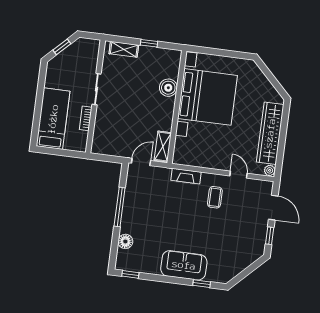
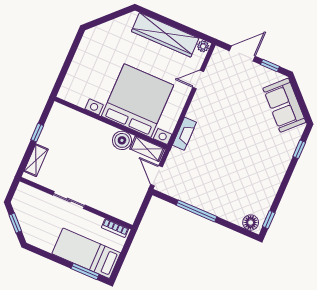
boiler: (168, 88) -> (122, 140), moved
bed with nightstands: (207, 97) -> (138, 101), moved
bookcase: (86, 118) -> (115, 228), moved
window: (36, 122) -> (85, 271), added
coffee table: (215, 197) -> (215, 110), removed
floor lamp: (125, 241) -> (251, 223), moved
sofa: (184, 265) -> (284, 105), moved, turned -45

